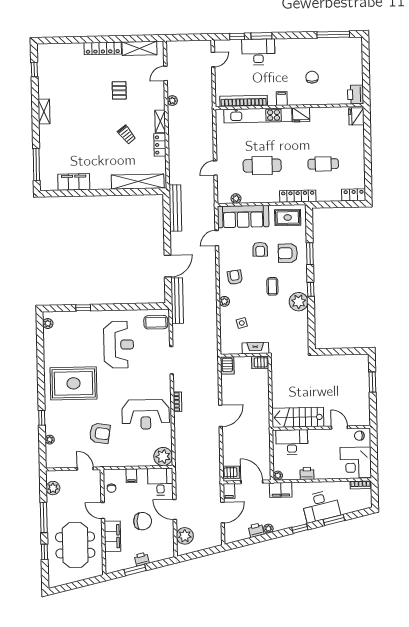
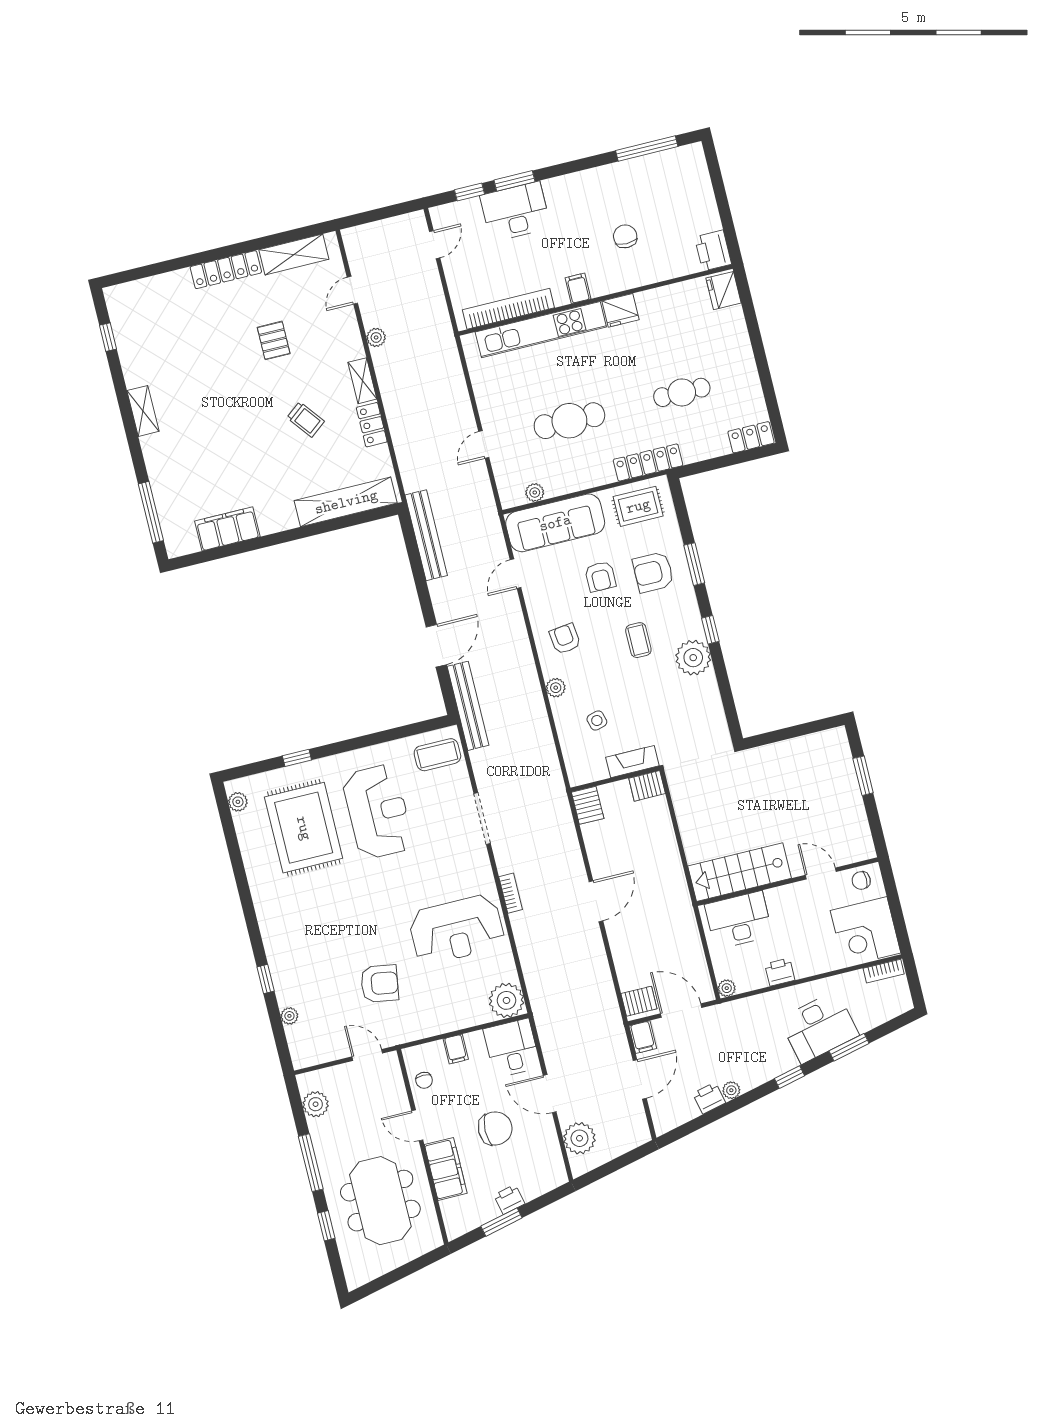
rug: (74, 383) -> (304, 828), moved, turned 90
filing cabinet: (281, 490) -> (738, 1013), removed

